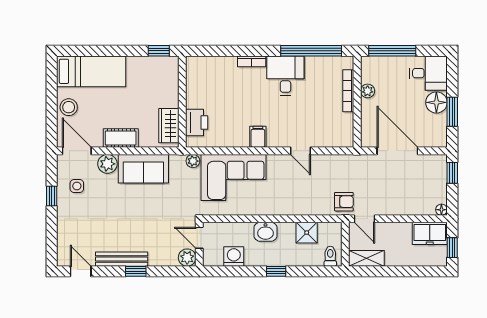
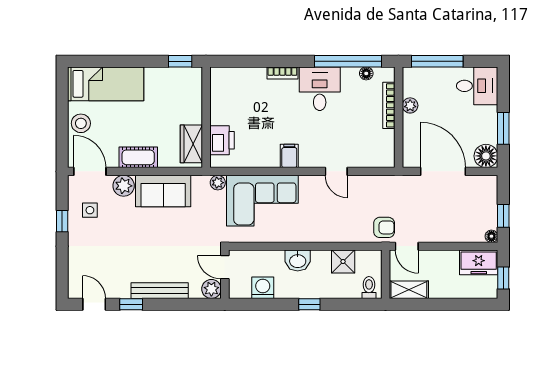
floor lamp: (328, 62) -> (366, 73), added
floor lamp: (436, 102) -> (486, 156), moved
window: (452, 173) -> (503, 216), moved
bench: (122, 259) -> (160, 291), moved
window: (136, 271) -> (131, 304), moved

